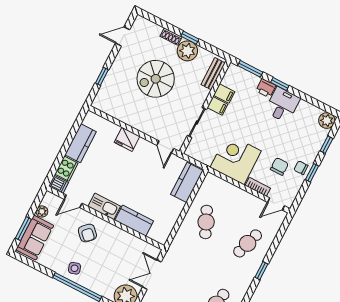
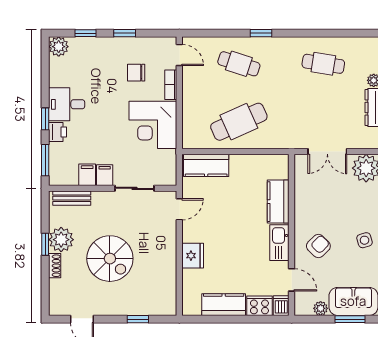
chair: (301, 168) -> (125, 48), removed
cafe table: (206, 222) -> (239, 122), width x1.37, depth x1.35

